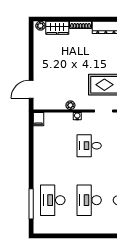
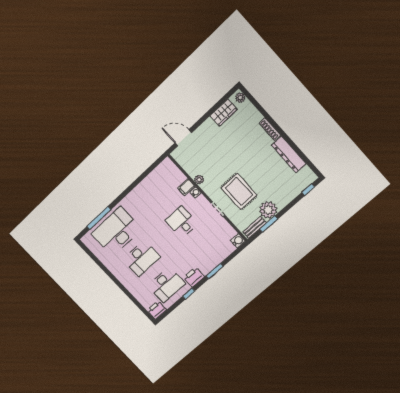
wardrobe: (57, 28) -> (224, 113), moved, turned -90
filing cabinet: (38, 119) -> (186, 187), moved
desk: (53, 200) -> (116, 232), width x1.36, depth x1.30
desk: (89, 200) -> (142, 258), turned 180

